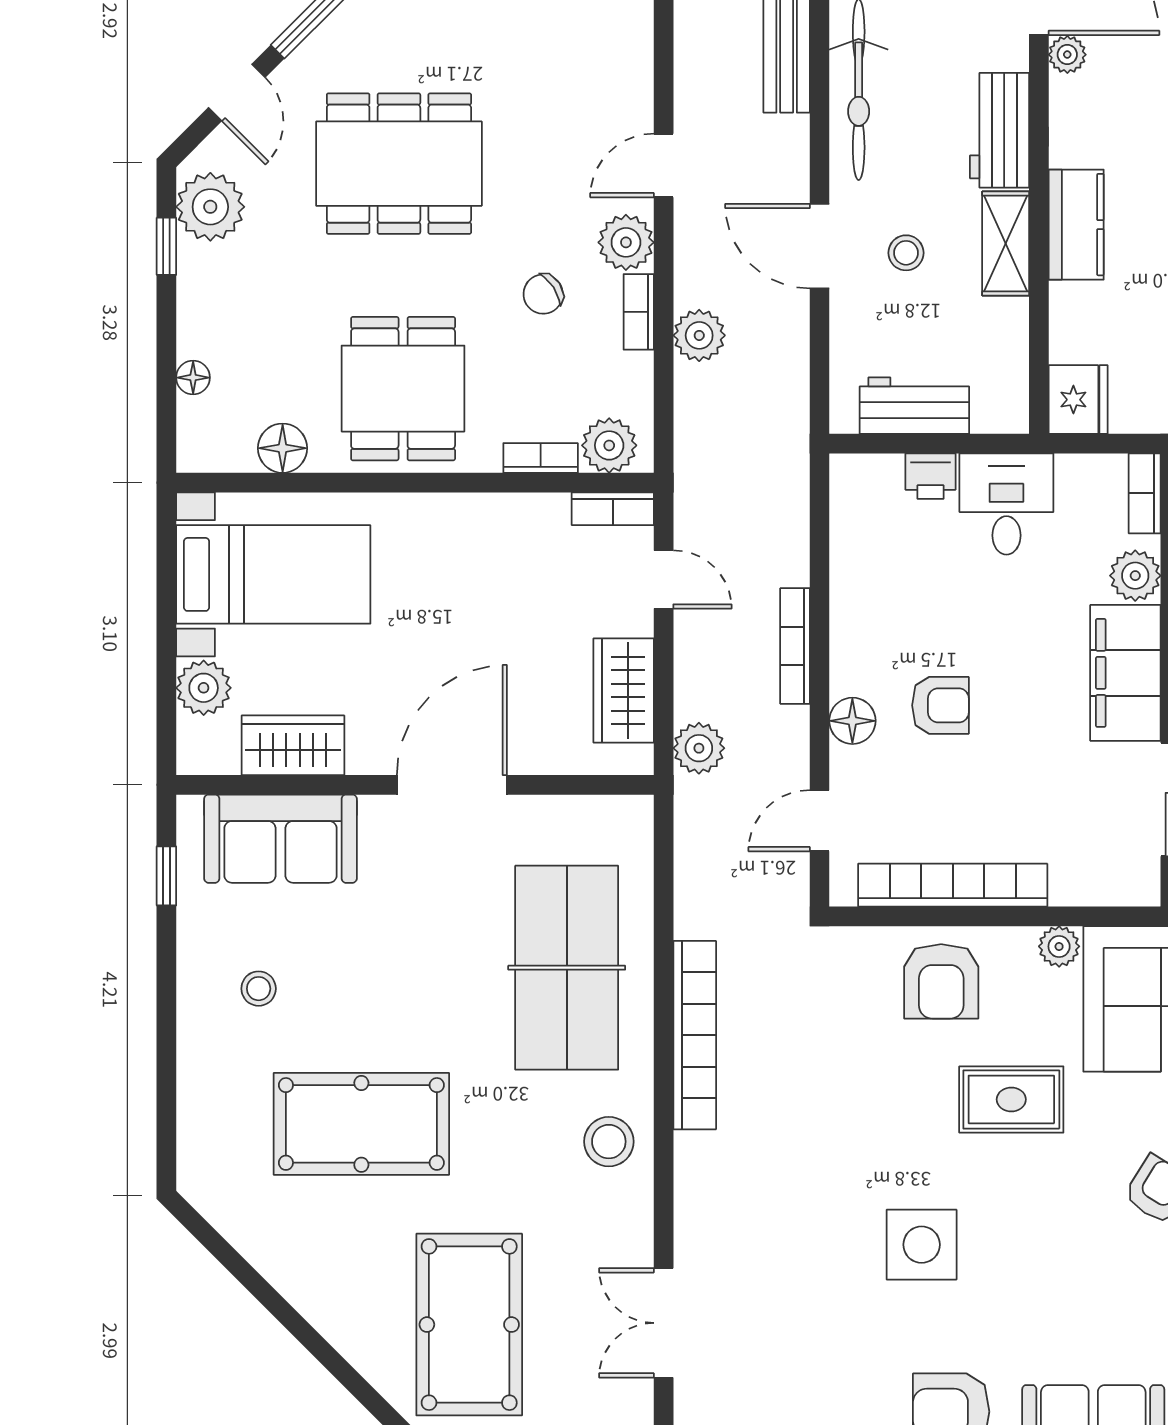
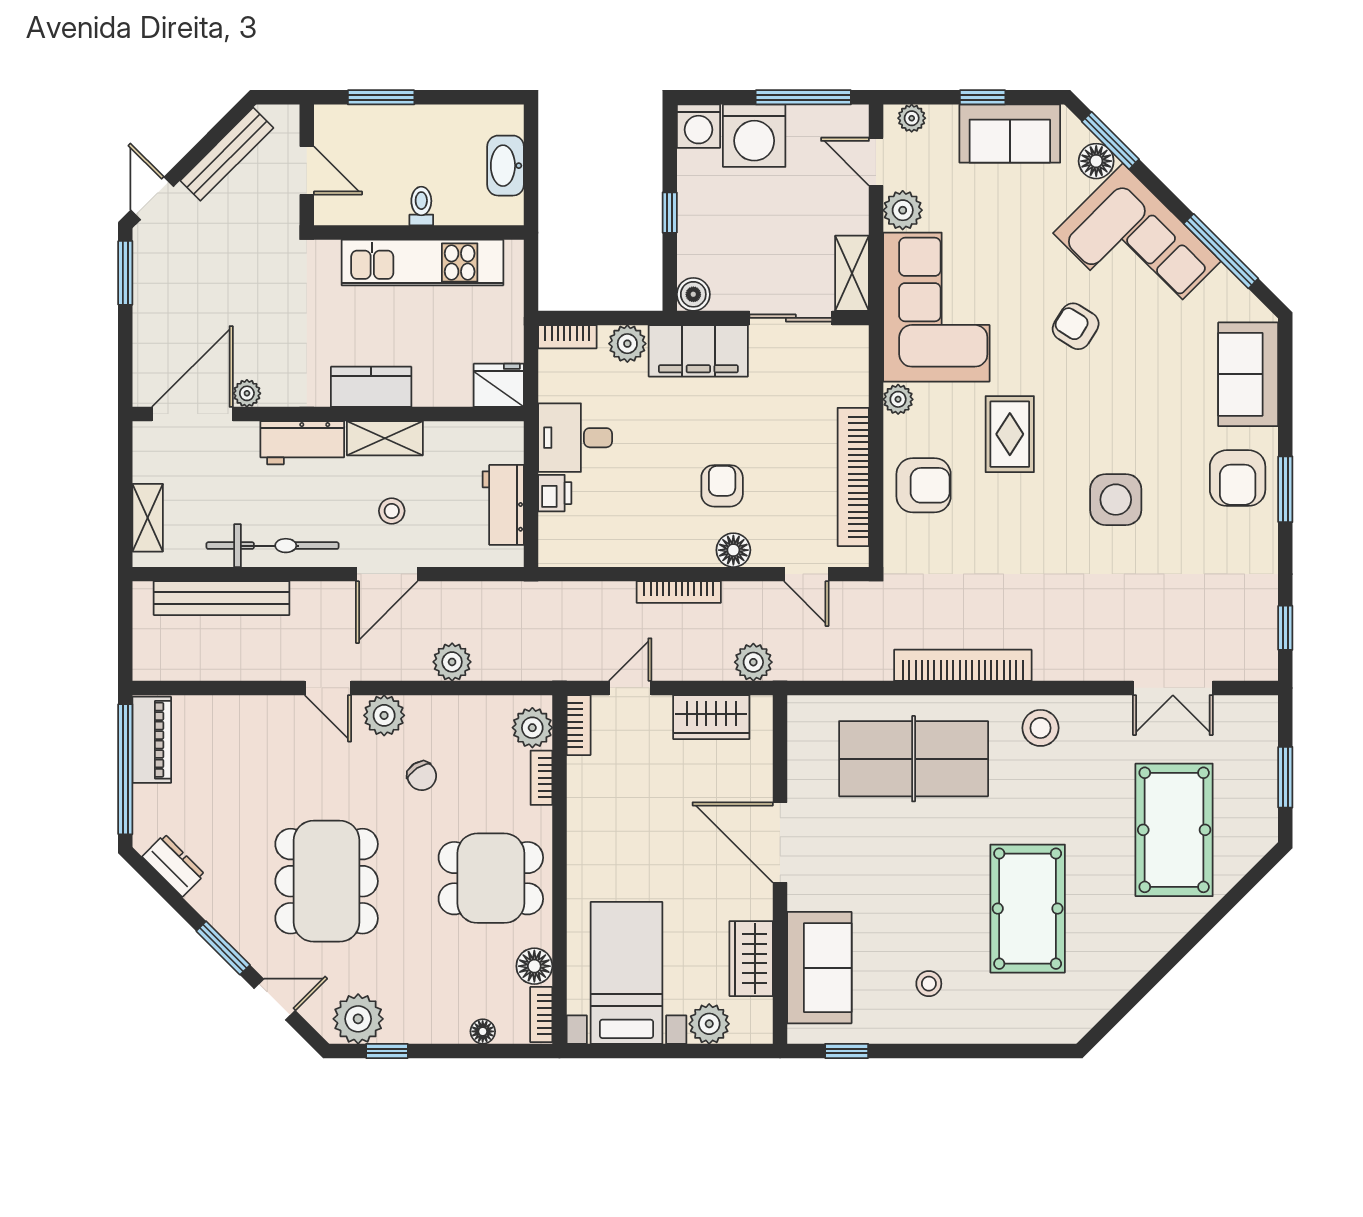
bookcase: (639, 312) -> (541, 1015), moved, turned 90
pool table: (469, 1325) -> (1174, 830), turned 90

